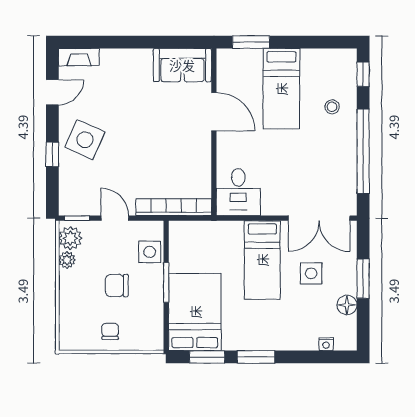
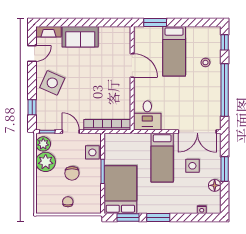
sofa: (182, 65) -> (80, 37), moved
window: (52, 154) -> (32, 107), moved
plant: (67, 260) -> (46, 162), width x1.88, depth x1.88
chair: (117, 285) -> (72, 173), turned -90

